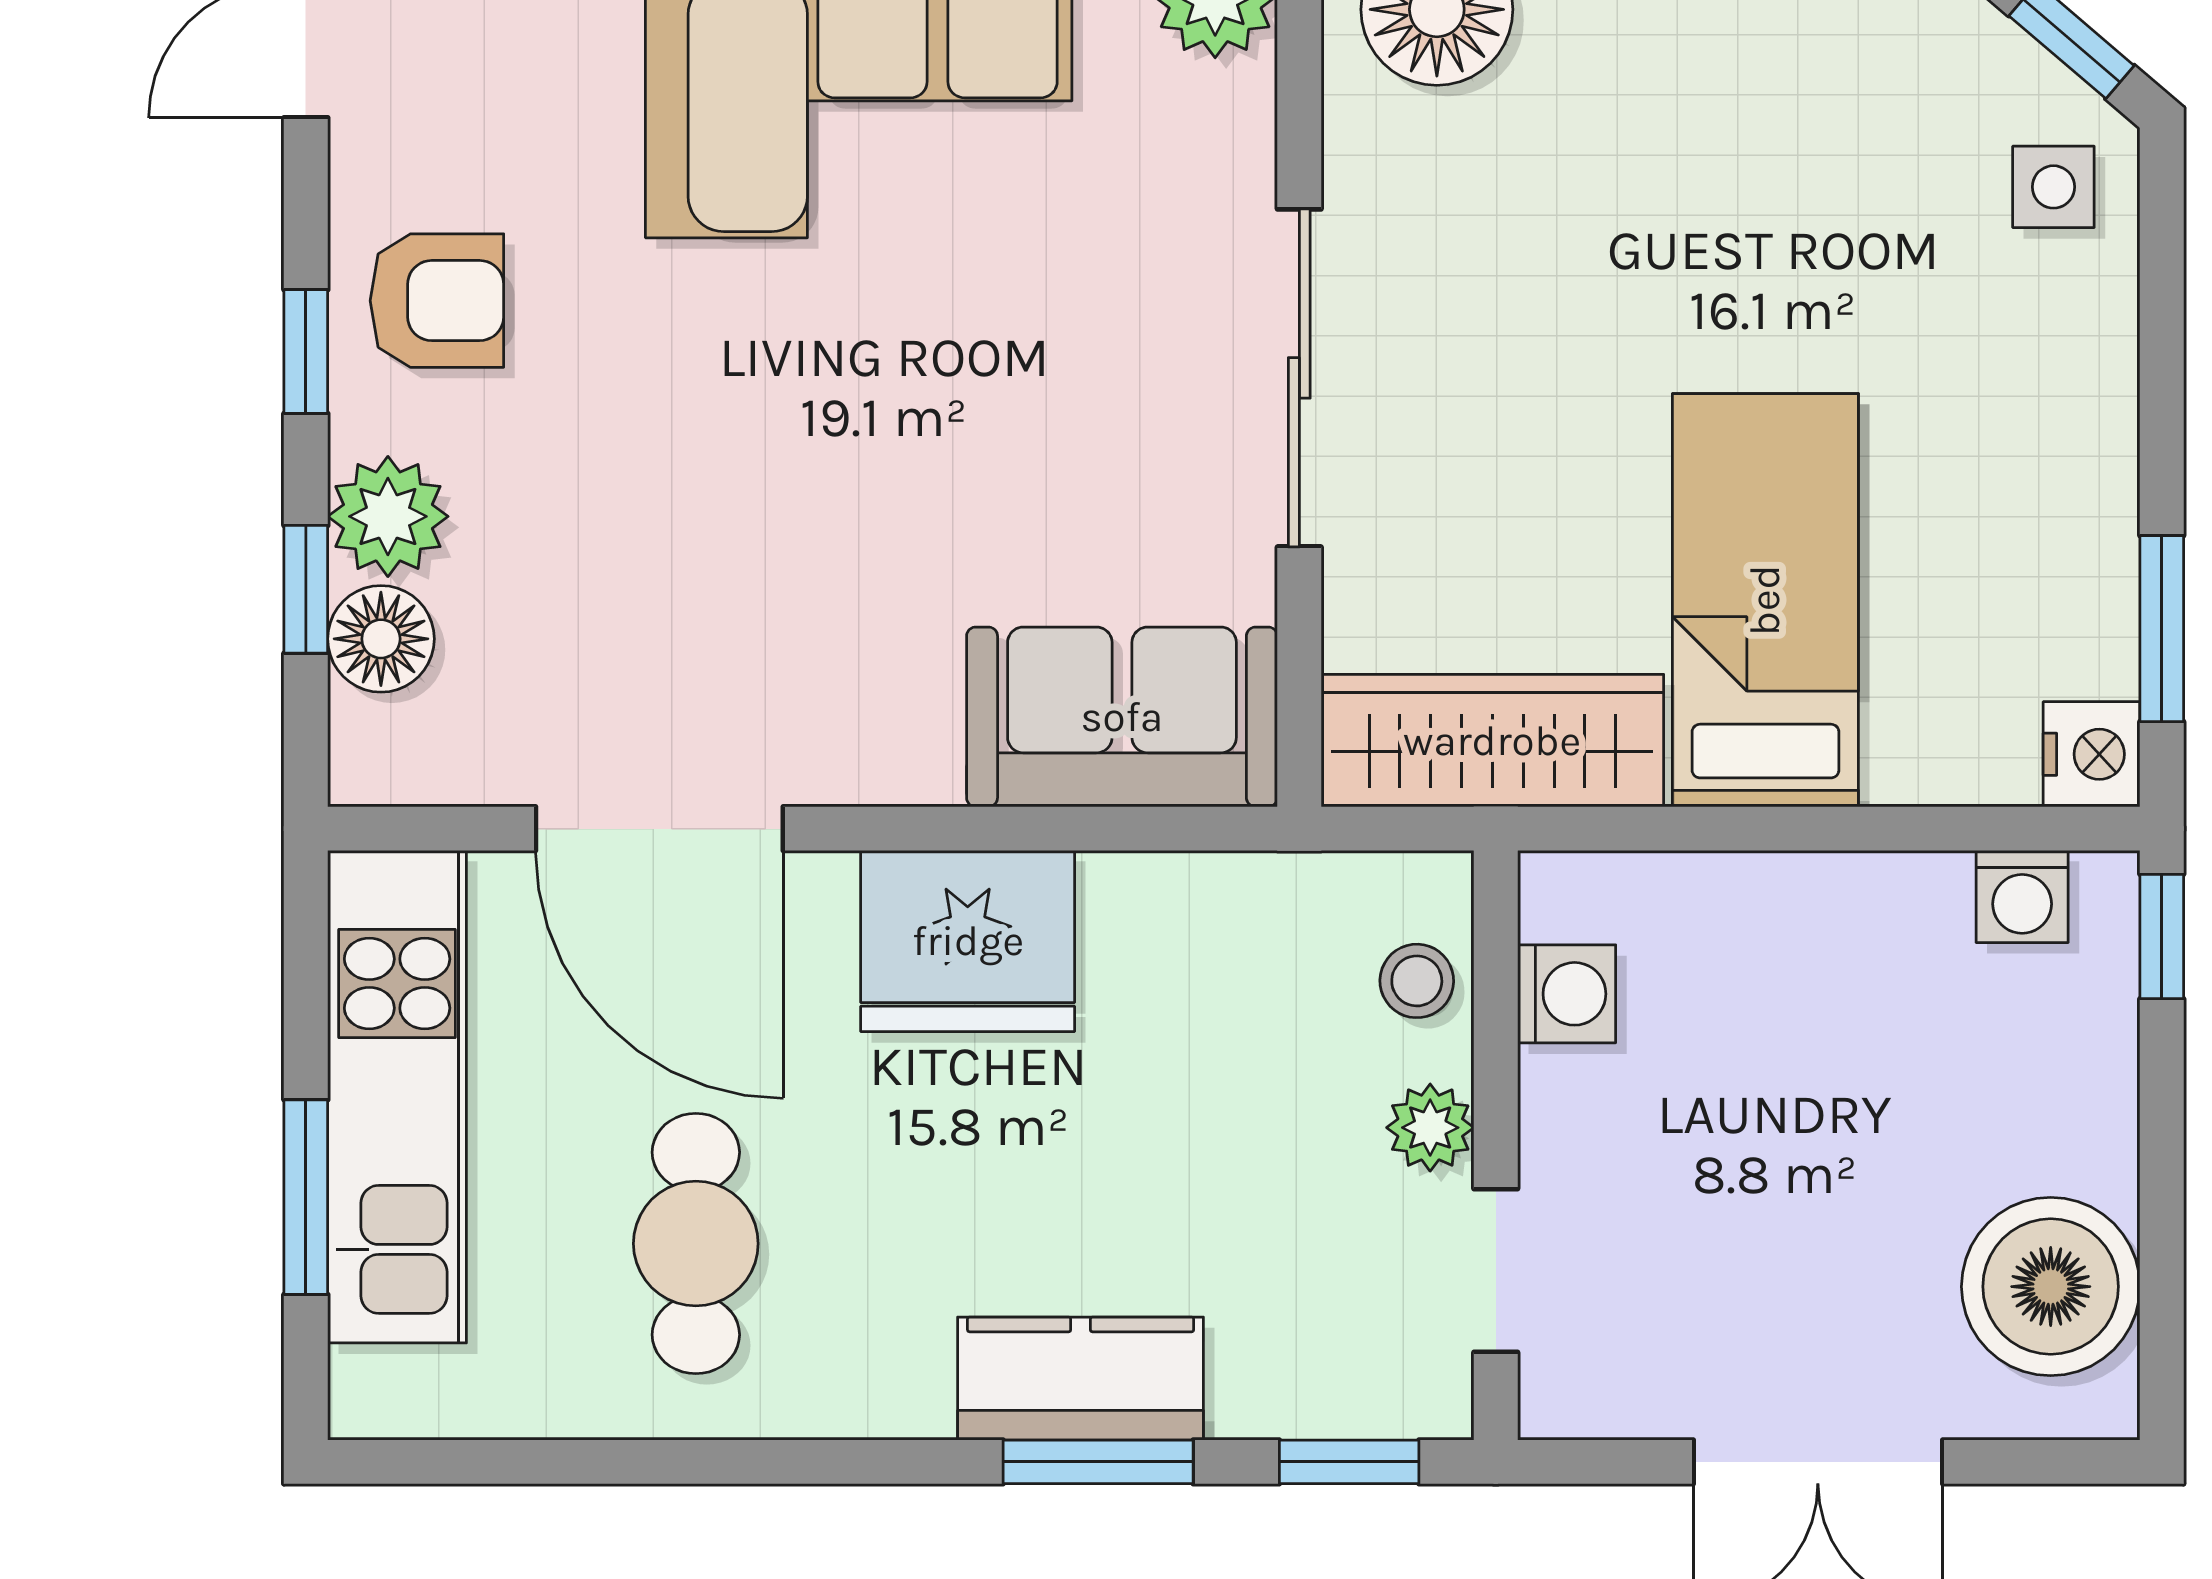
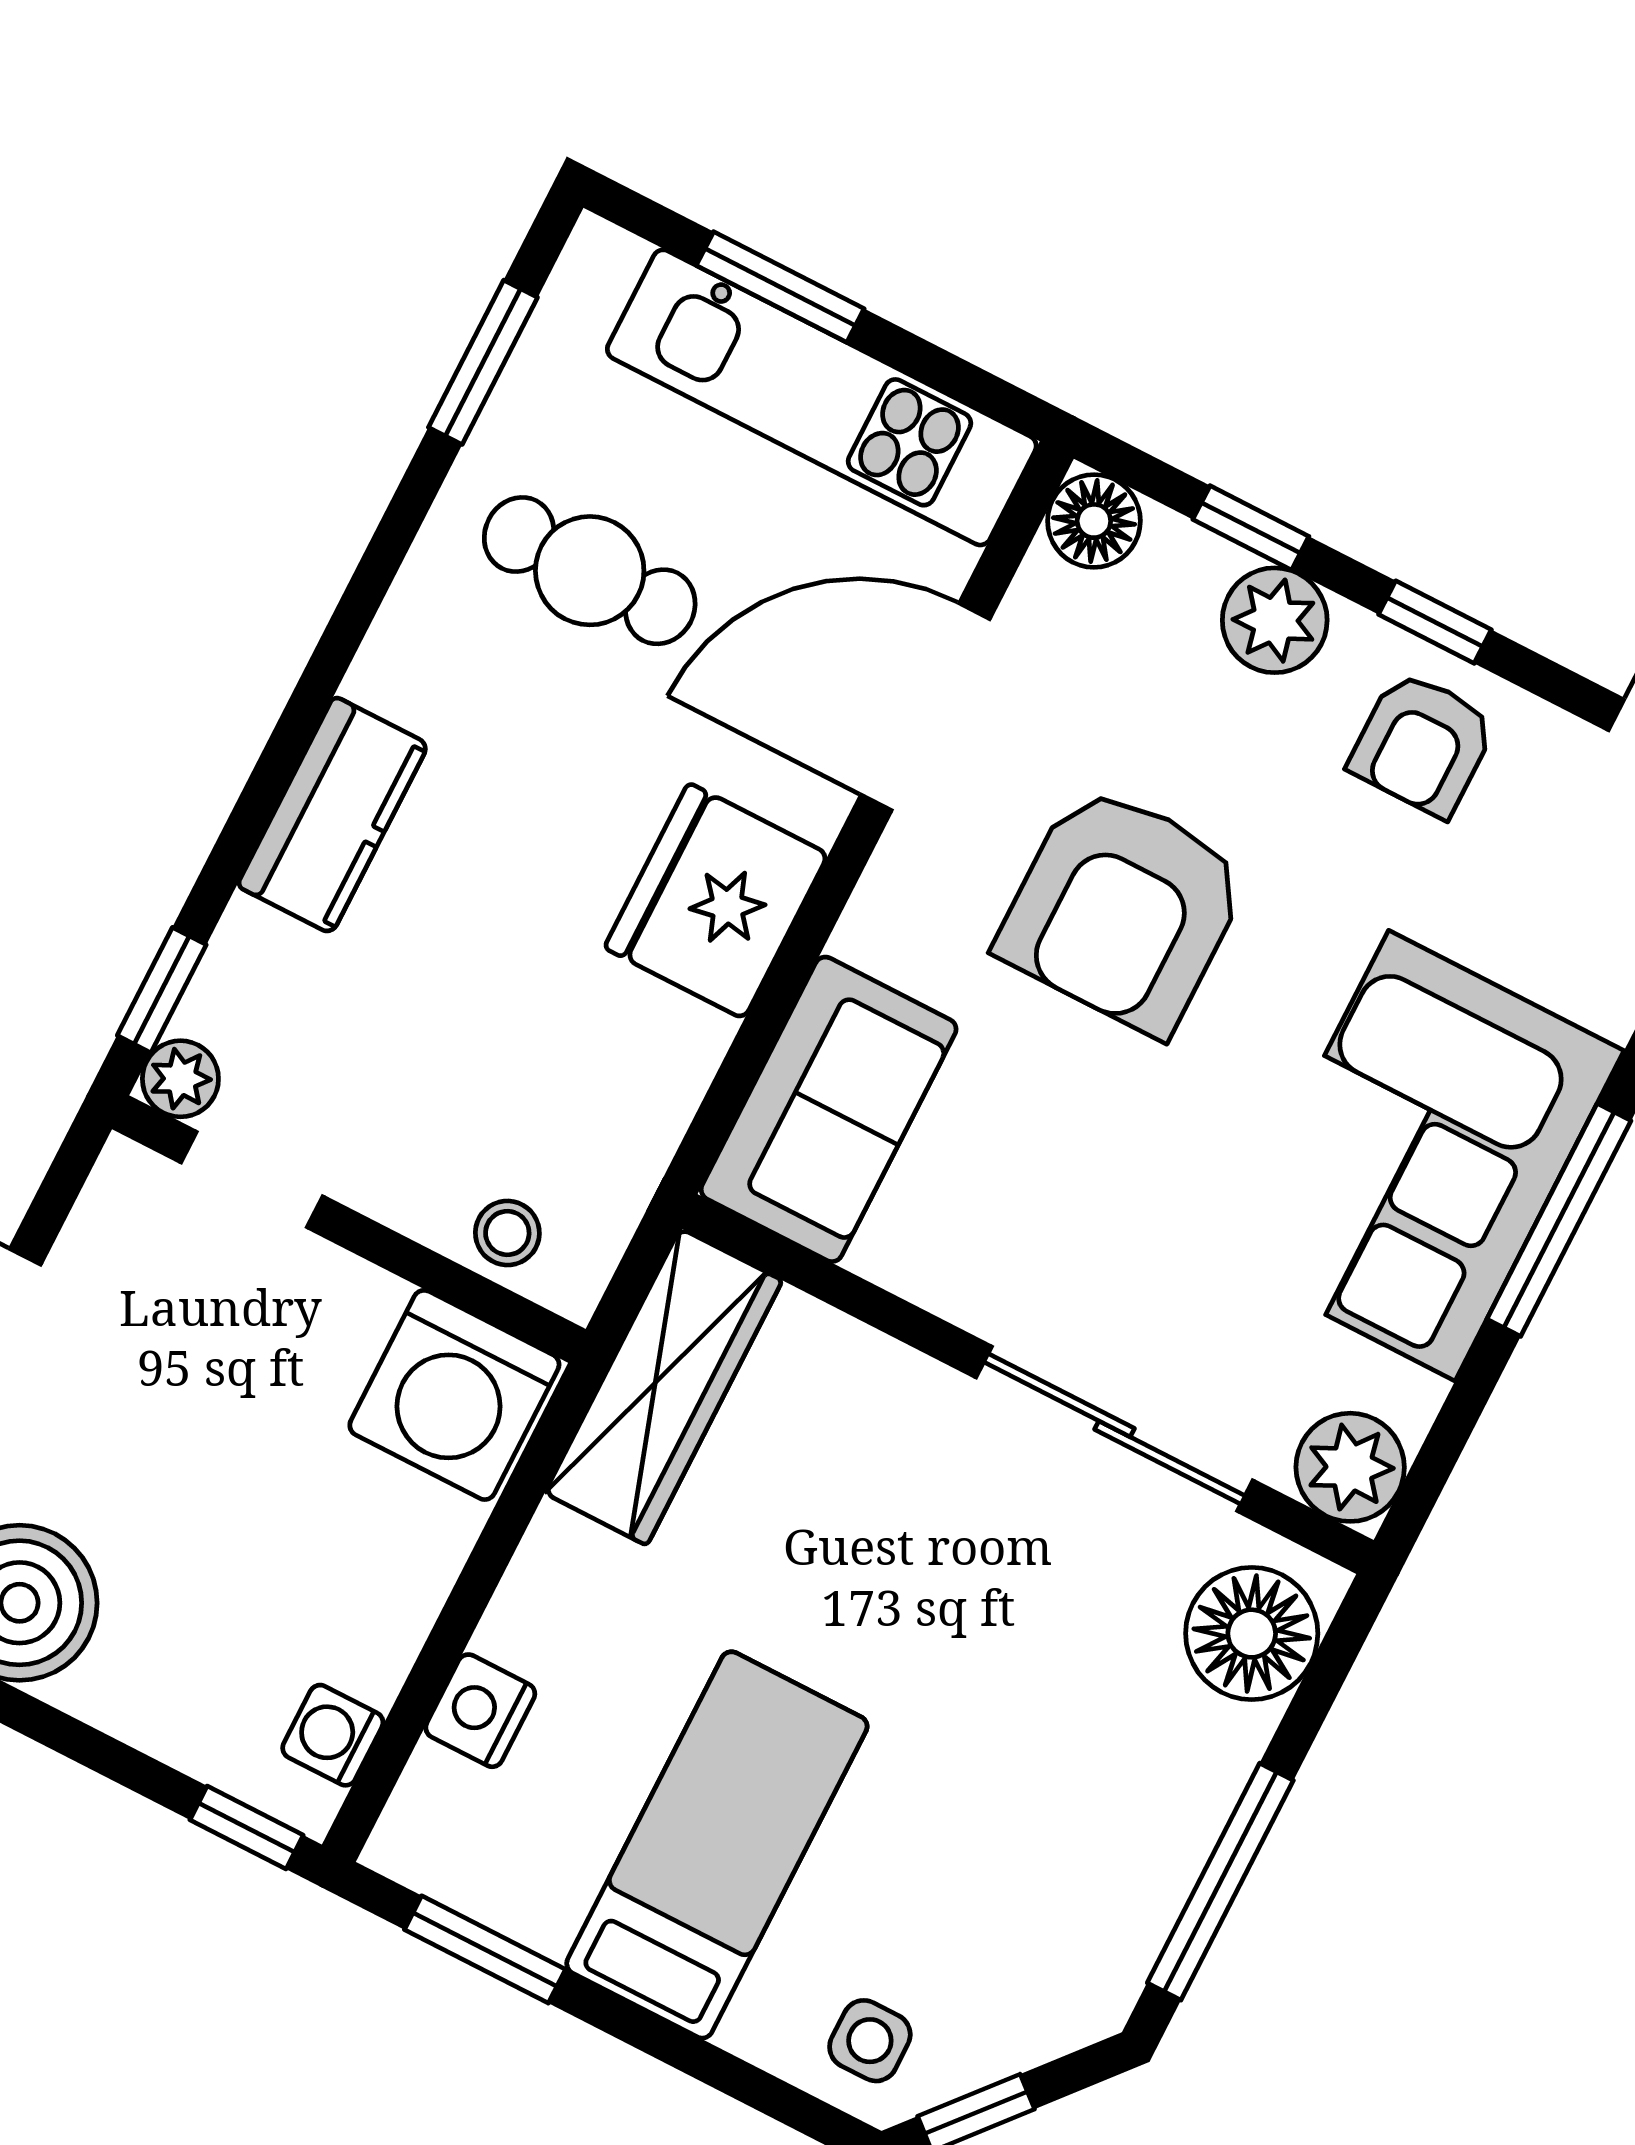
sliding door: (1299, 378) -> (1114, 1429), moved
armchair: (763, 520) -> (1123, 909), added
bed: (1765, 600) -> (717, 1845), moved, turned -90
floor lamp: (381, 639) -> (1094, 521), moved
nightstand: (2092, 754) -> (480, 1711), moved, turned 90
washing machine: (1567, 994) -> (454, 1395), width x1.89, depth x1.89
plant: (1430, 1128) -> (180, 1079), moved
window: (1098, 1462) -> (483, 362), moved

